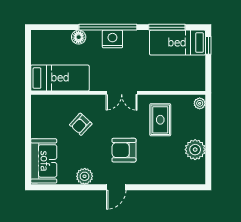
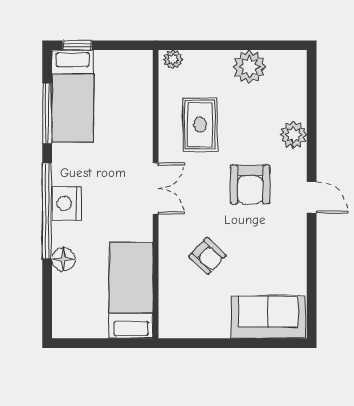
rug: (160, 120) -> (200, 125), turned 90
plant: (85, 176) -> (293, 135), moved

